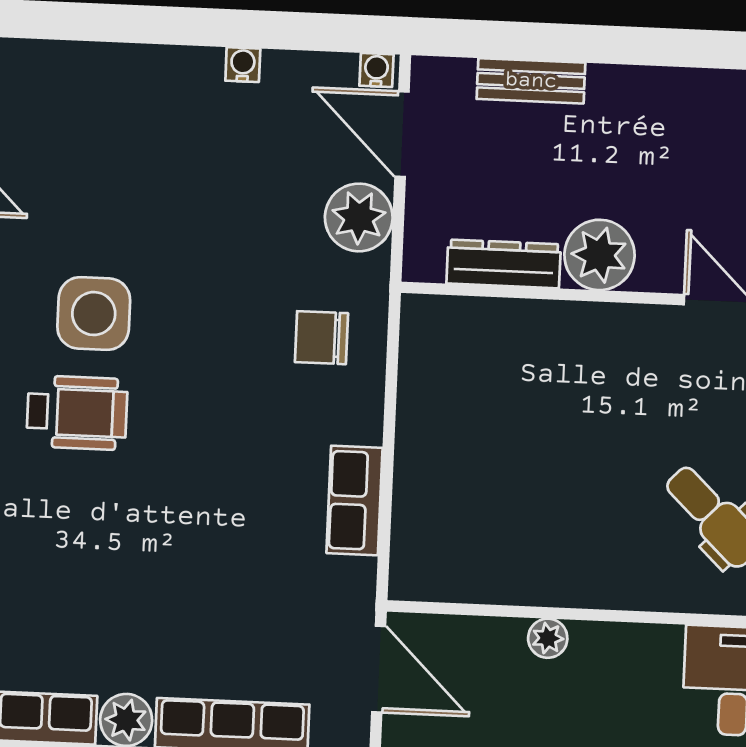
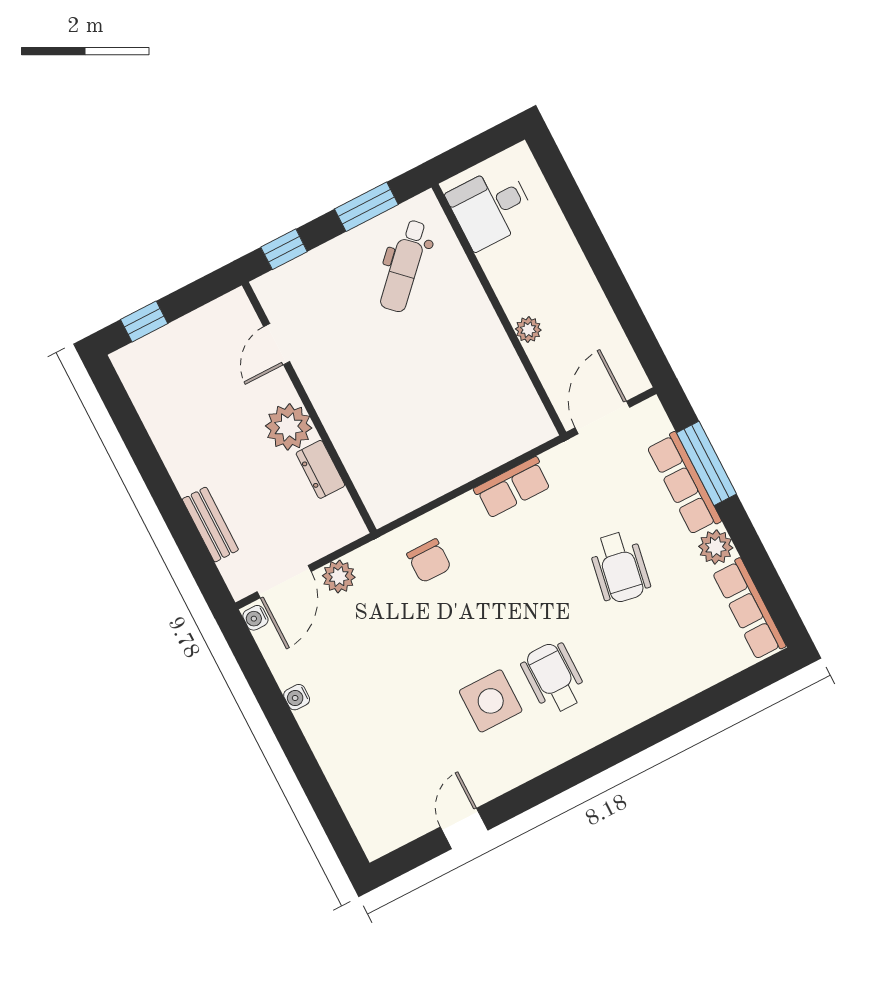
plant: (359, 217) -> (339, 576), width x0.73, depth x0.73
dresser: (504, 264) -> (320, 469), width x0.70
wheelchair: (171, 580) -> (620, 567), added

